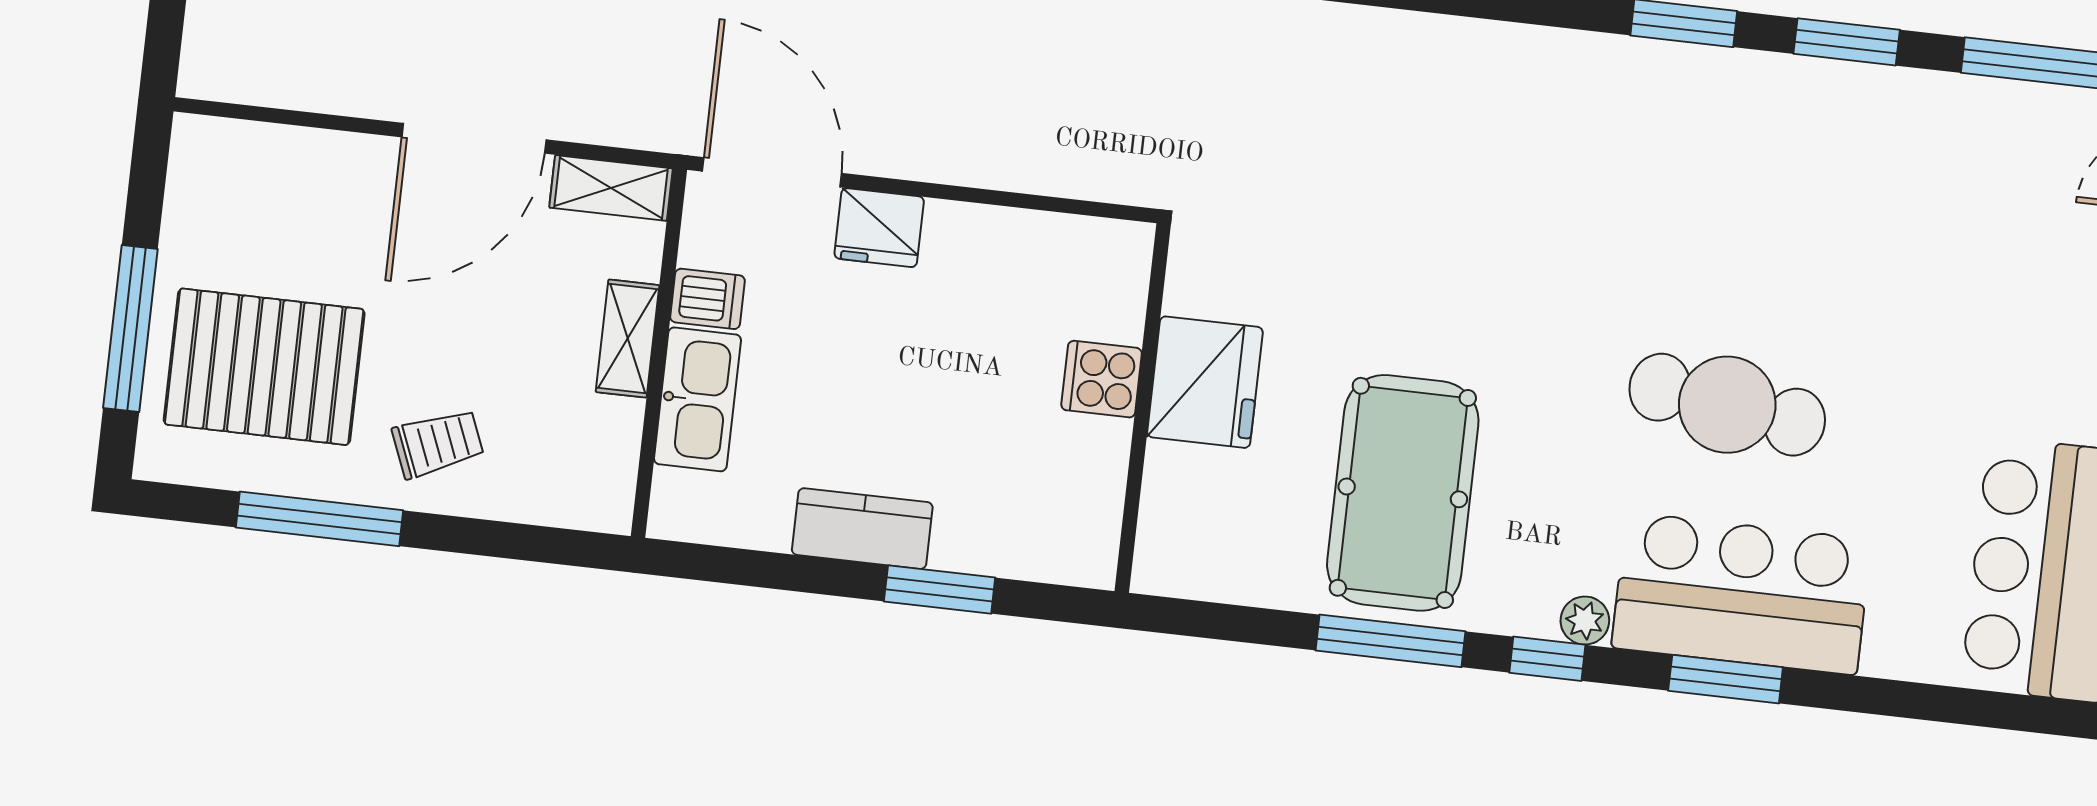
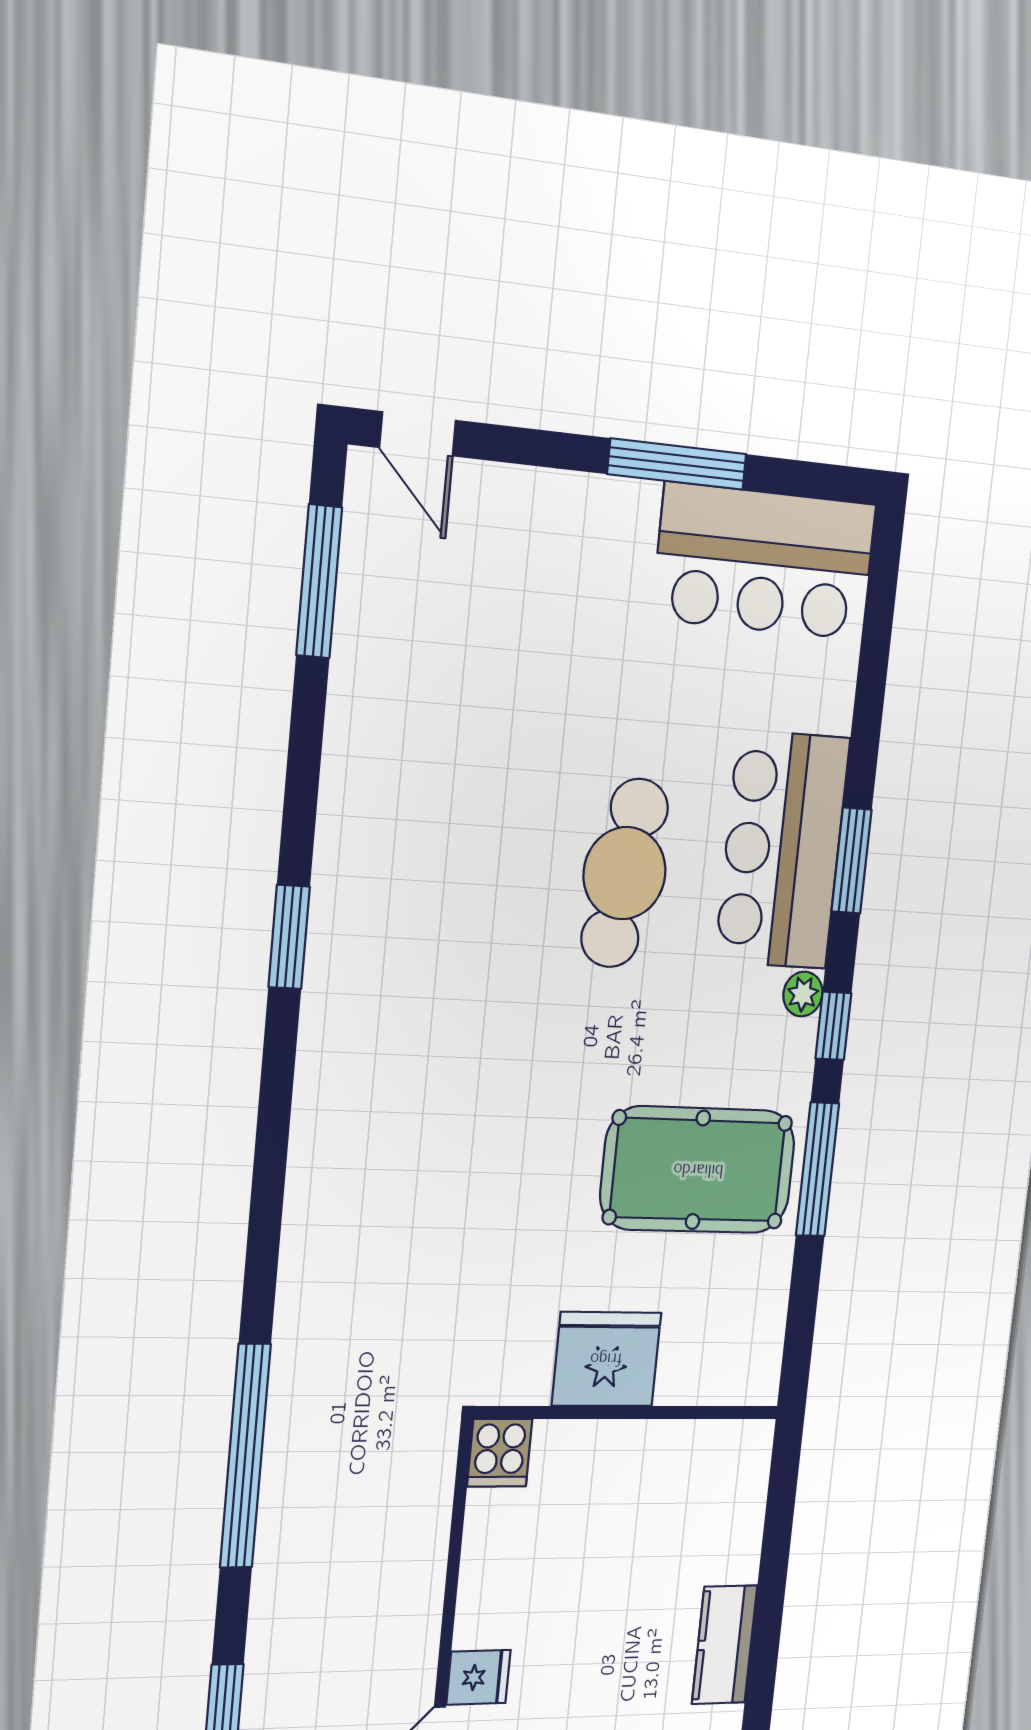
window: (1847, 42) -> (303, 774), removed
fridge: (879, 228) -> (478, 1677), width x0.72
cooker: (1102, 379) -> (500, 1453), moved
window: (940, 589) -> (773, 1571), removed

